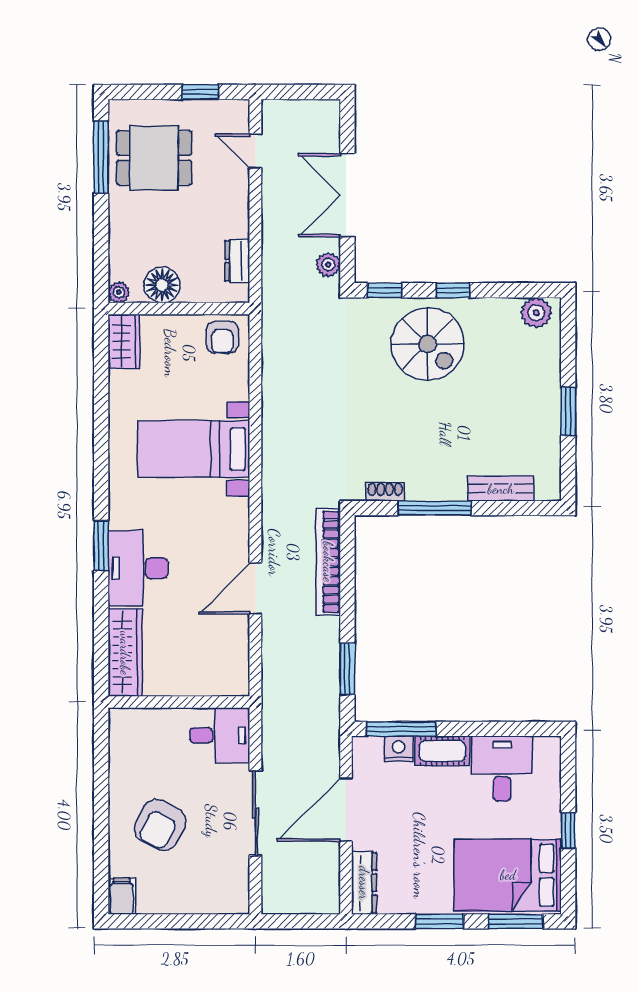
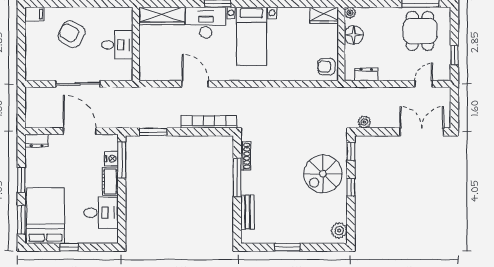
double door: (347, 195) -> (422, 132), moved
bed with nightstands: (194, 449) -> (252, 36), moved, turned 180
shoe rack: (385, 492) -> (246, 156), width x1.43
desk: (220, 735) -> (117, 45), moved, turned -90
dresser: (364, 883) -> (37, 141), width x0.70

